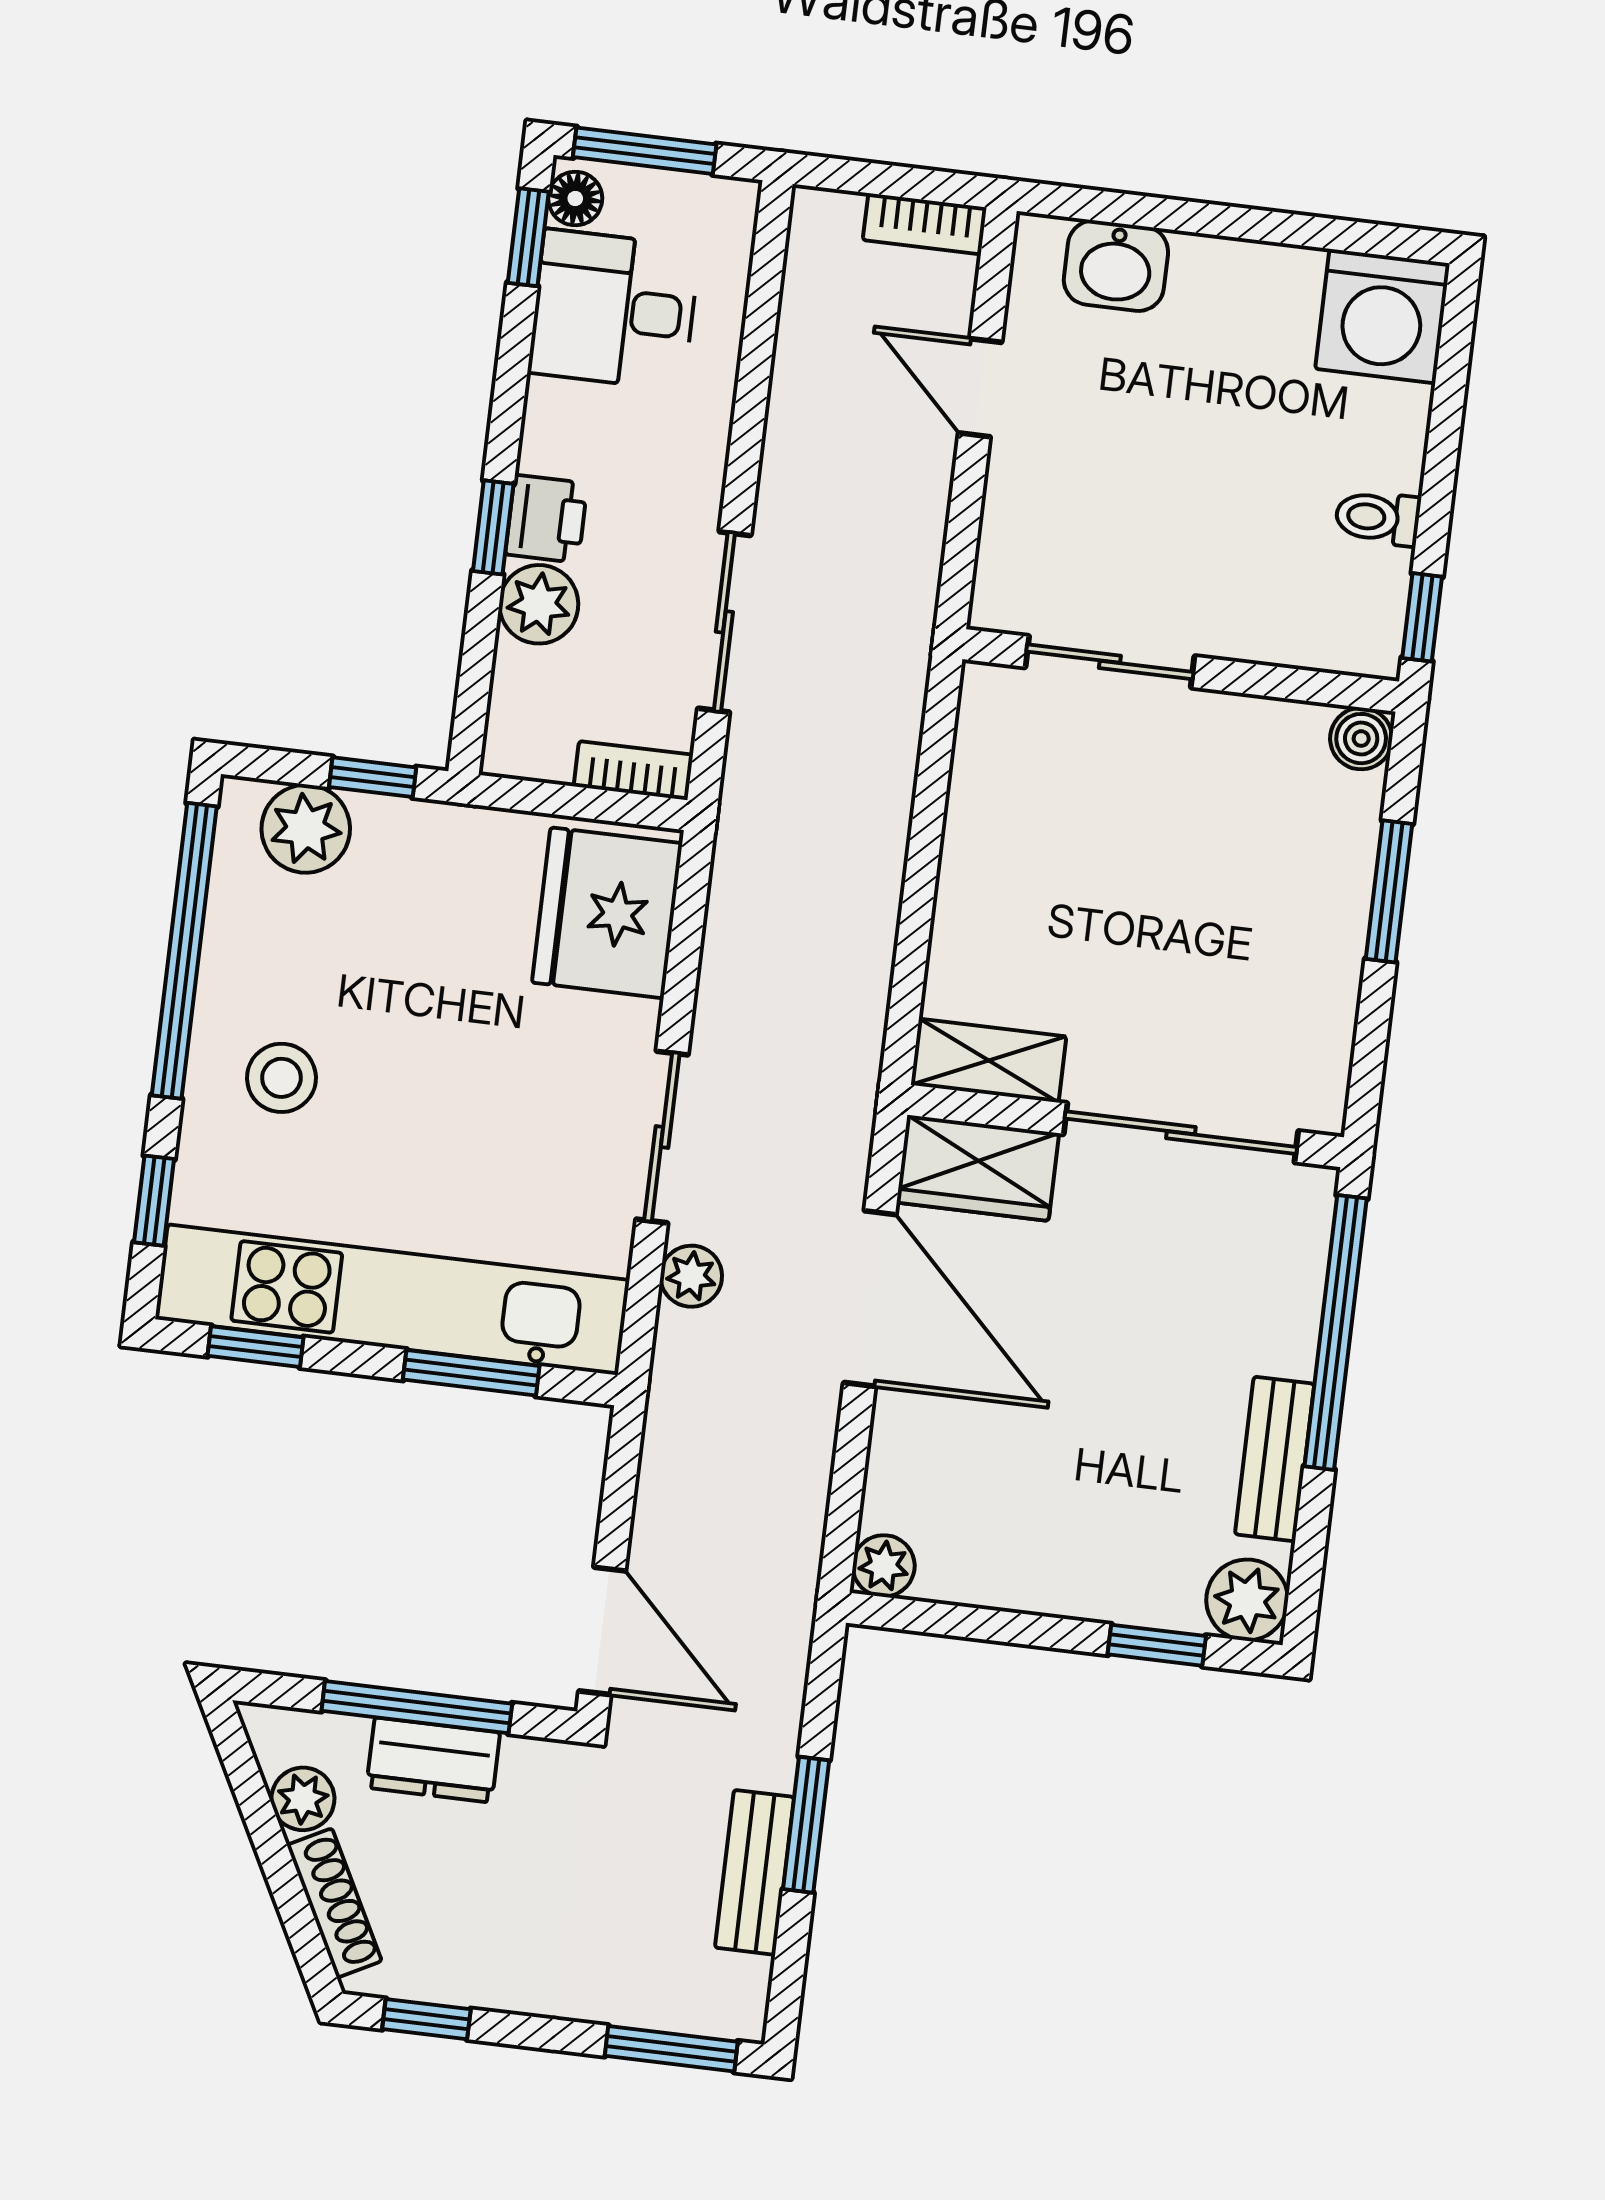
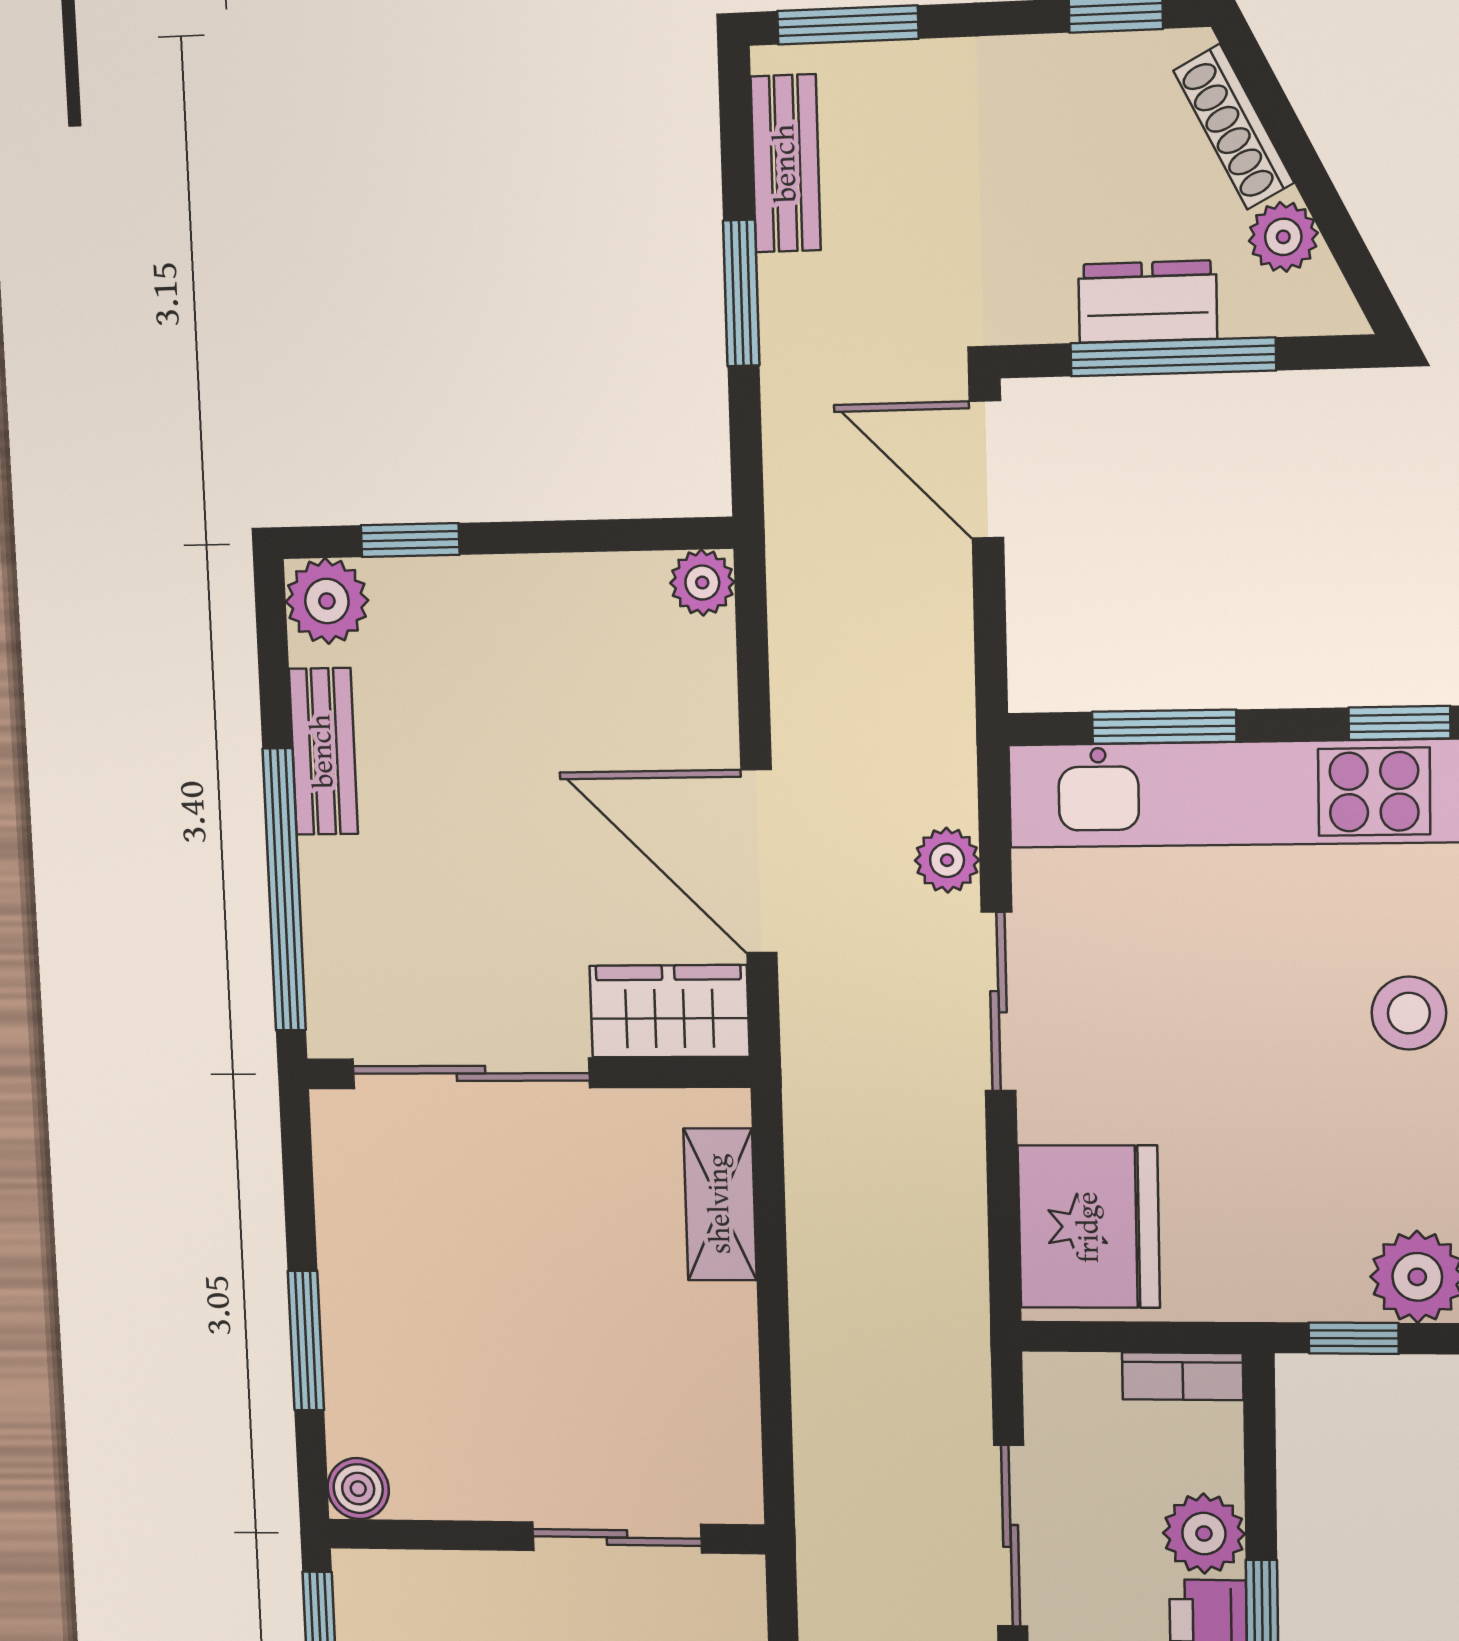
bookcase: (633, 770) -> (1183, 1376), moved
shelving: (989, 1061) -> (720, 1204), moved, turned 90
bench: (755, 1872) -> (786, 163), moved

